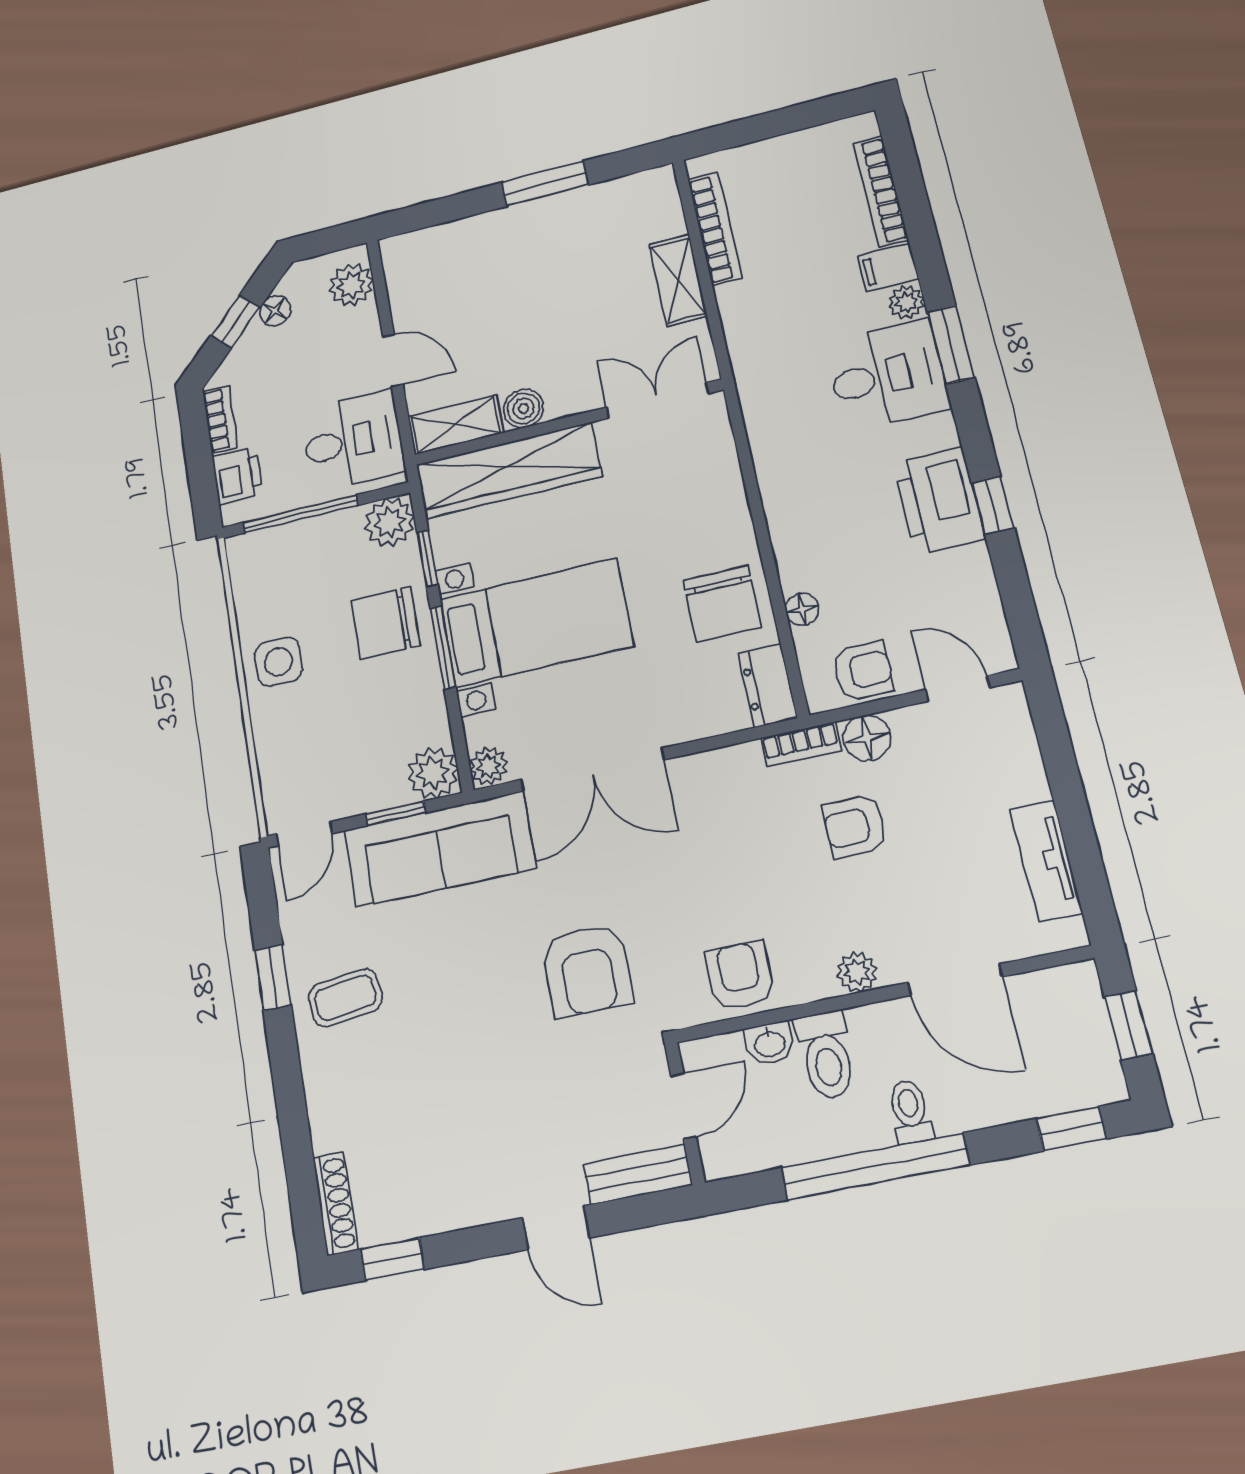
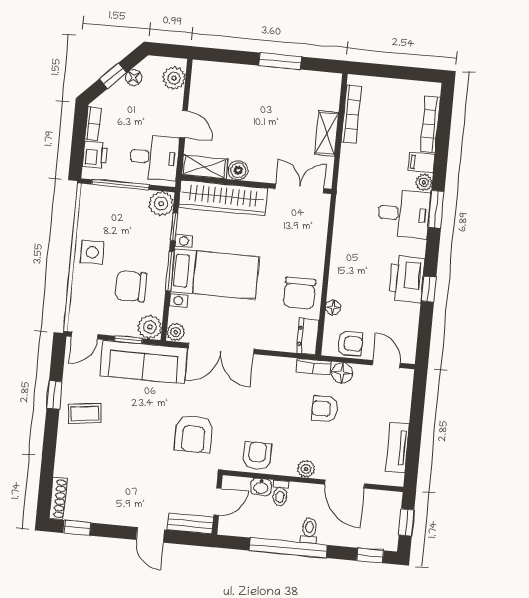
chair: (385, 623) -> (131, 286), moved
toilet: (826, 1055) -> (280, 493), width x0.73, depth x0.72

